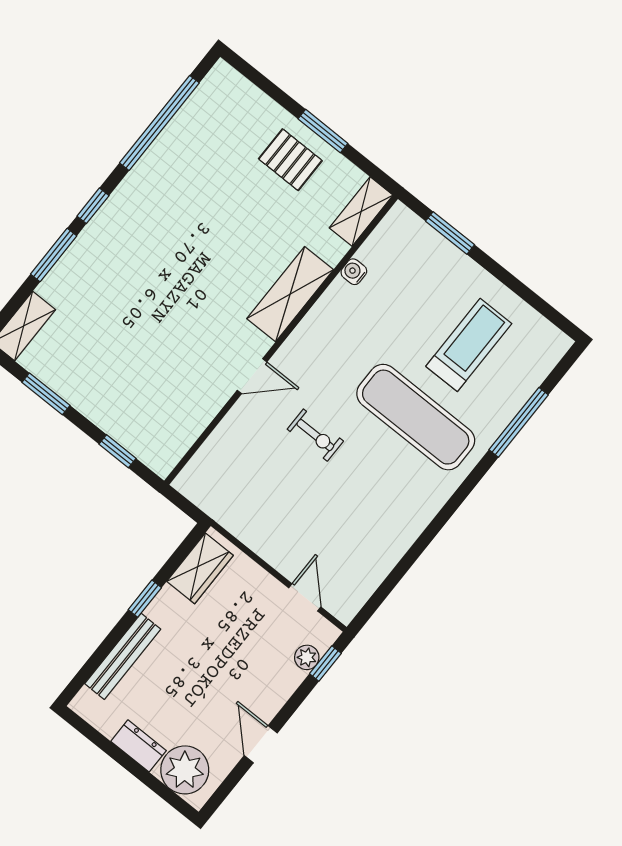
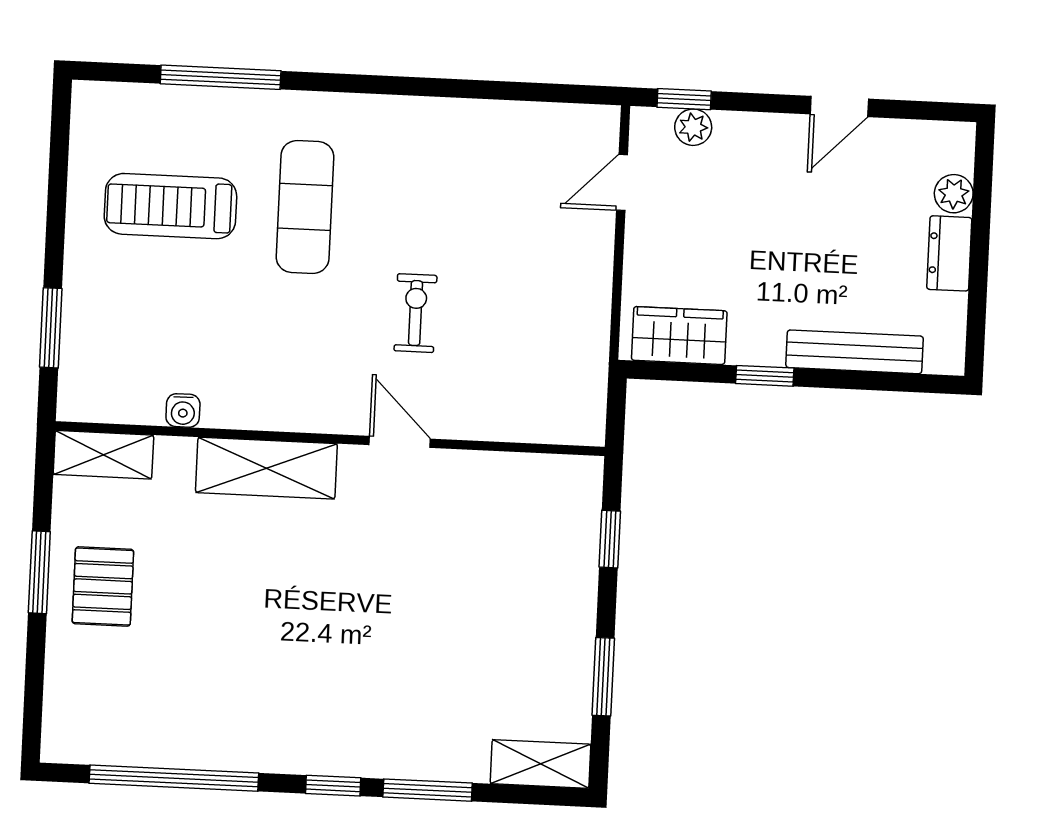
exercise mat: (416, 417) -> (305, 207), width x0.73, depth x0.69
plant: (185, 770) -> (954, 194), width x0.53, depth x0.53

